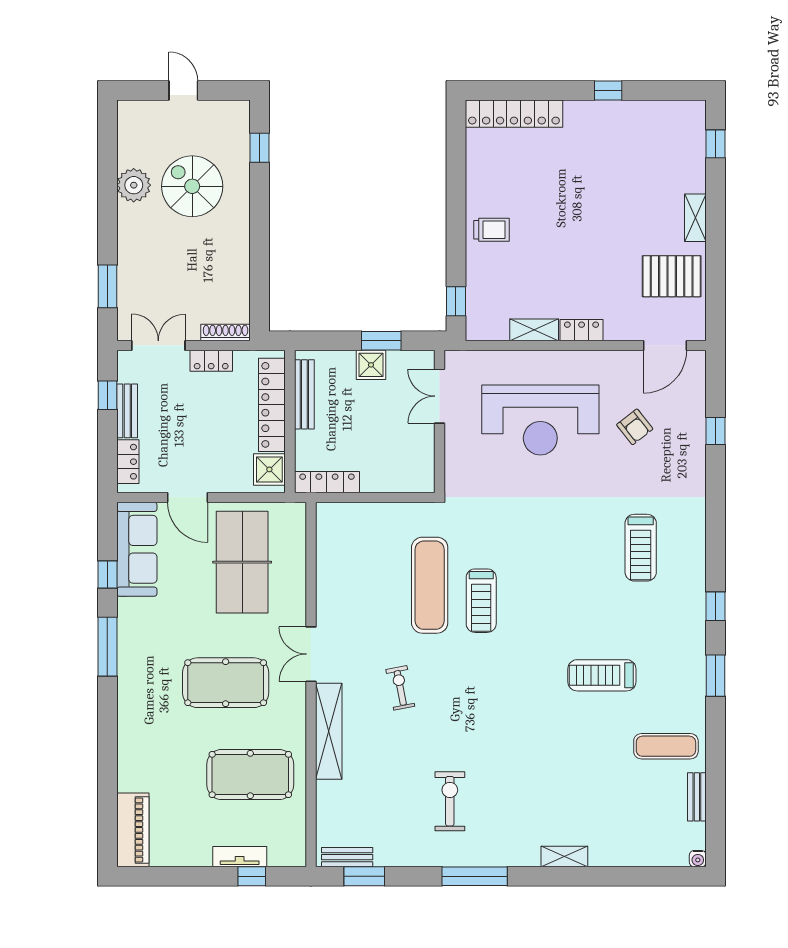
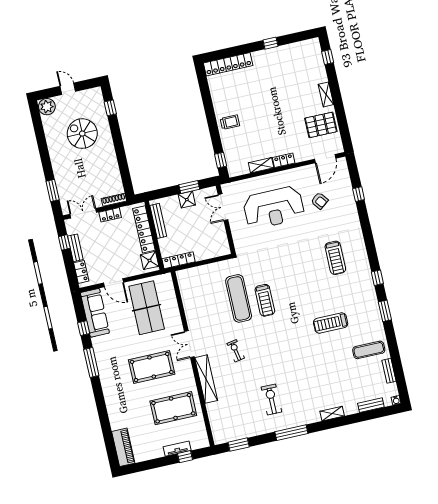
plant: (134, 185) -> (47, 107), moved
bench: (347, 857) -> (371, 405), moved

